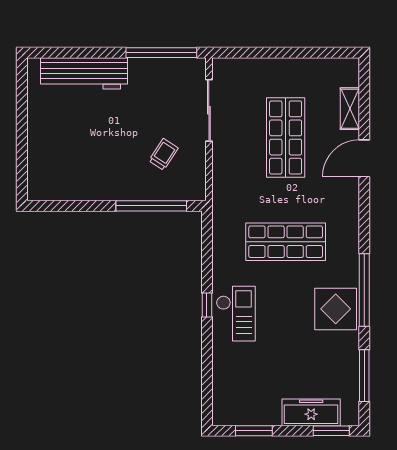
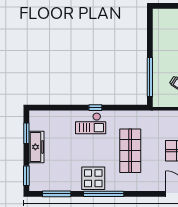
freezer: (311, 412) -> (36, 147), moved

